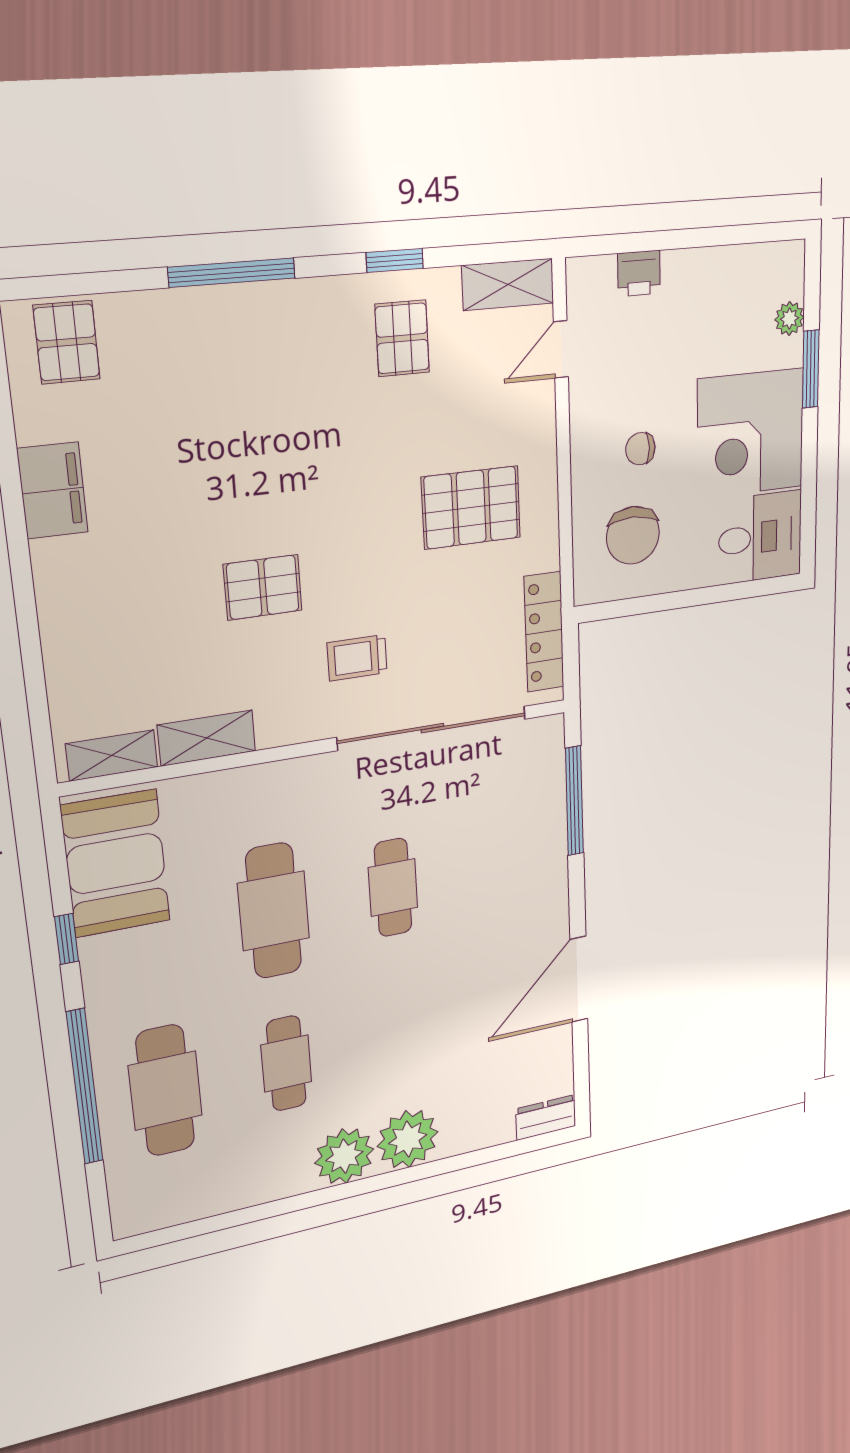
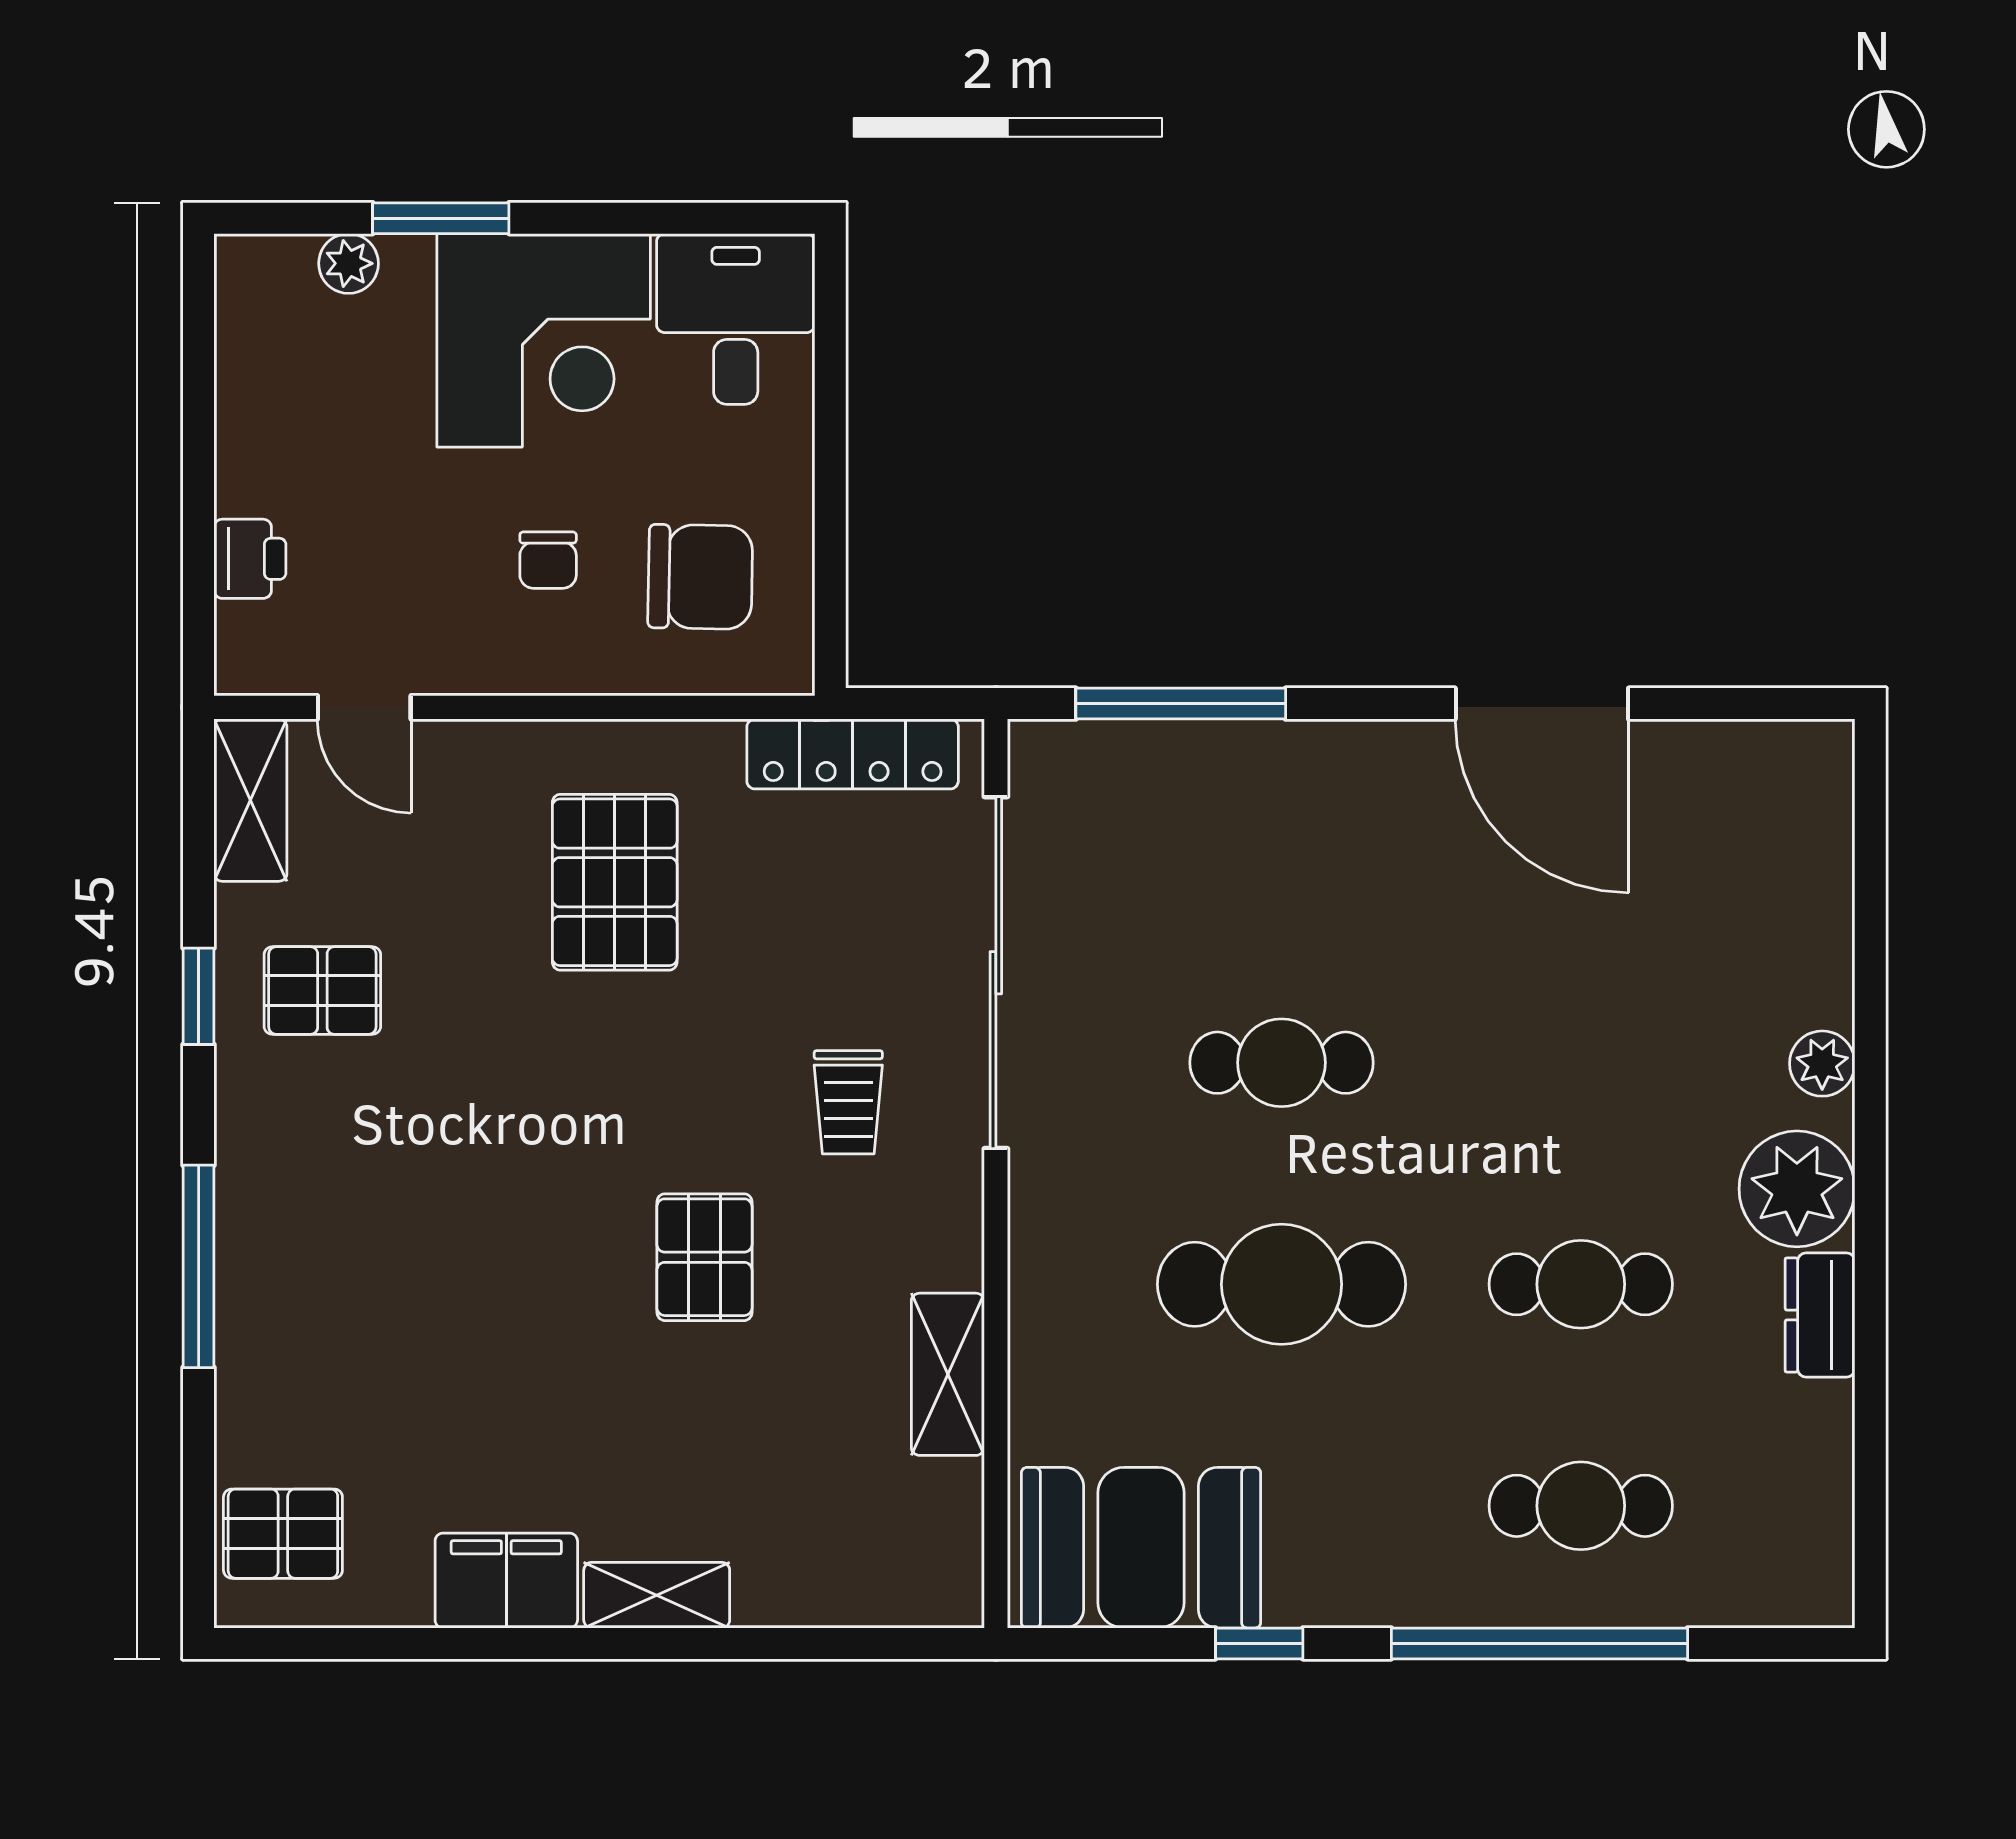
shelving: (112, 755) -> (657, 1595), moved, turned 90
cafe table: (165, 1091) -> (1581, 1506), width x0.73, depth x0.74
dresser: (546, 1117) -> (1820, 1315), moved
plant: (408, 1139) -> (1822, 1064), width x0.53, depth x0.53

